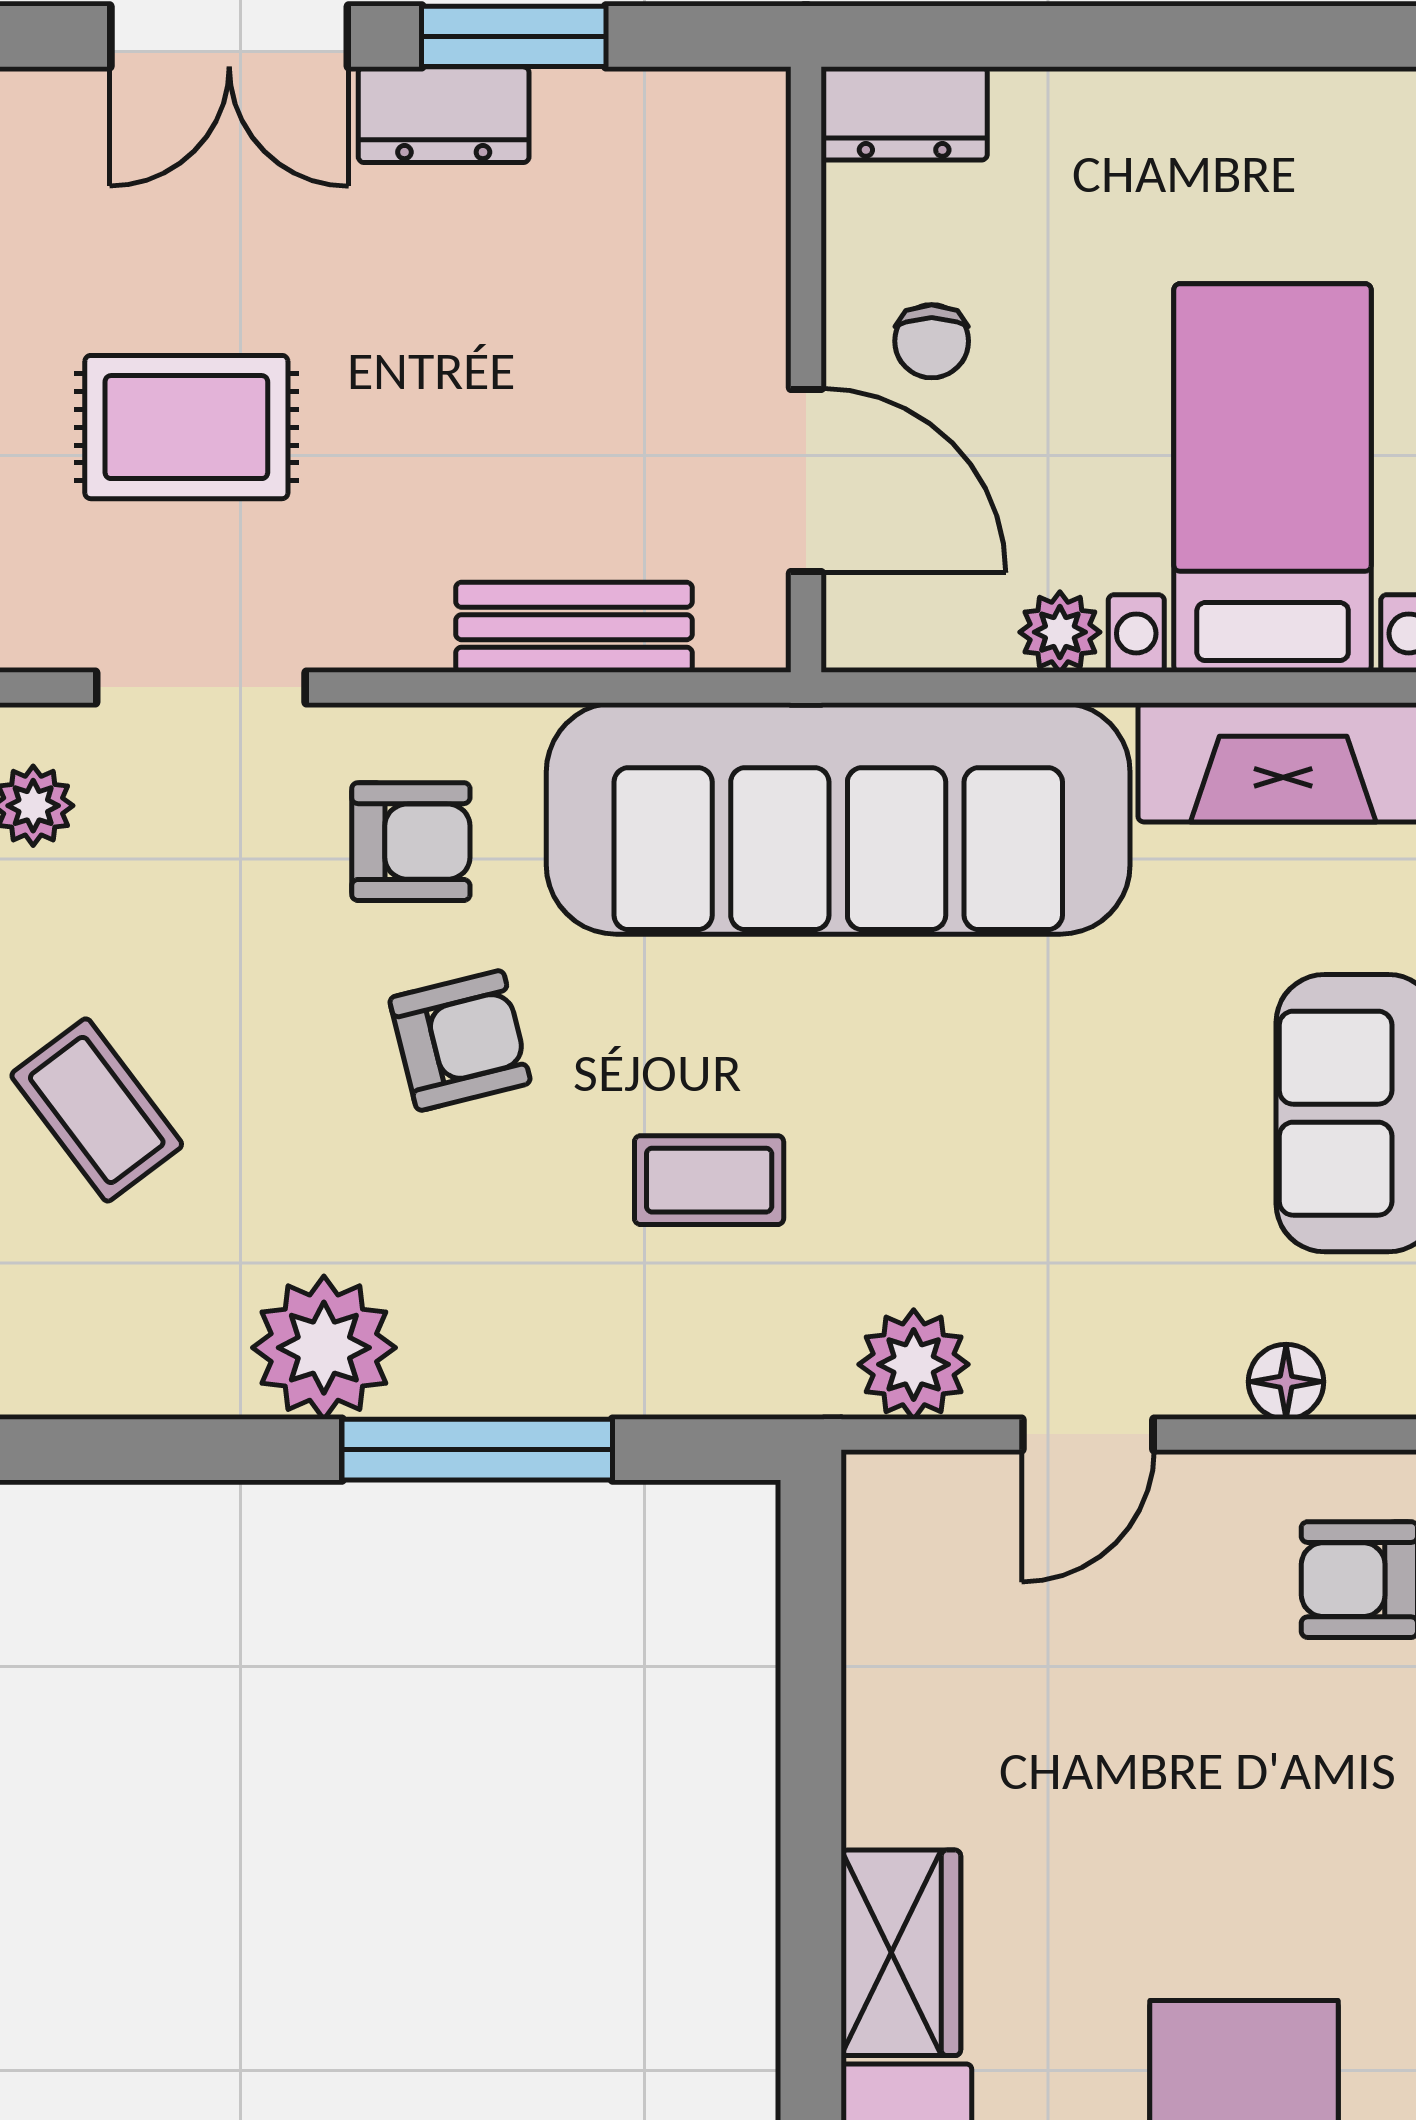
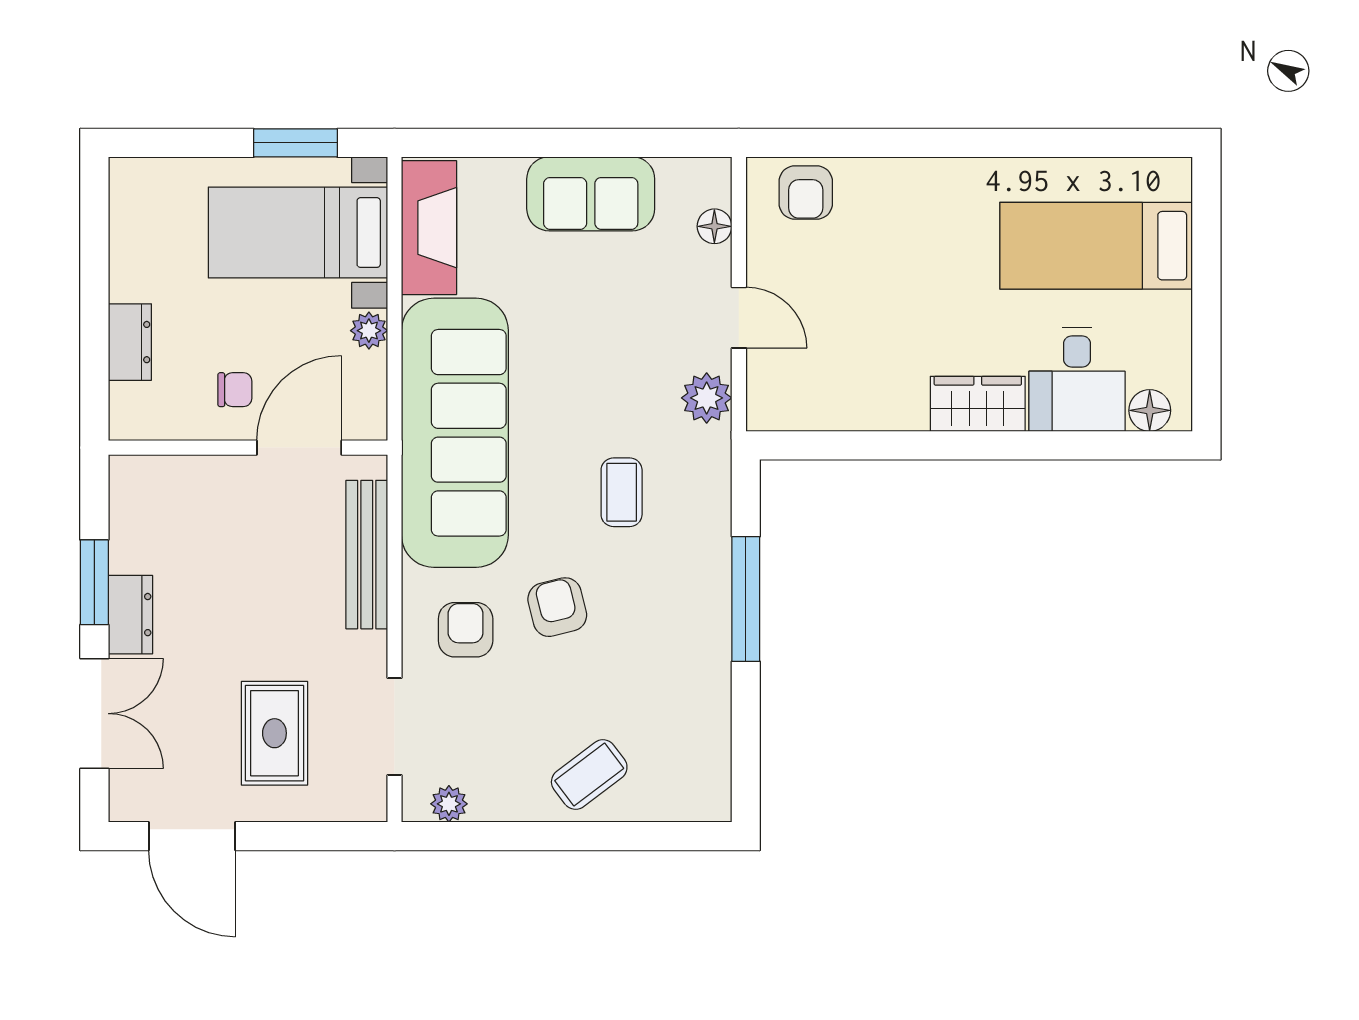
dresser: (904, 113) -> (130, 342), moved
bench: (574, 627) -> (367, 555), width x1.36
plant: (324, 1348) -> (699, 670), removed

